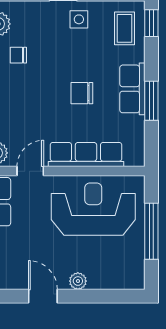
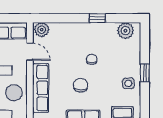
chair: (18, 55) -> (92, 59), moved

